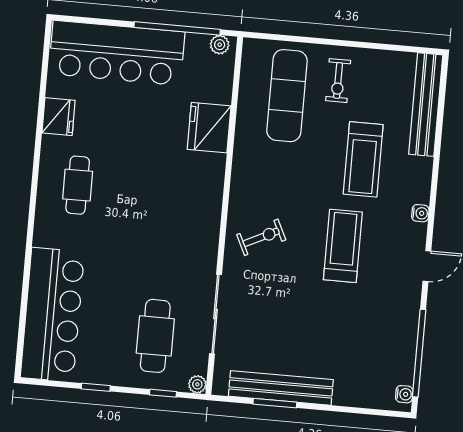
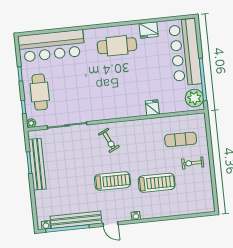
plant: (220, 45) -> (194, 98), width x1.88, depth x1.88
exercise mat: (287, 96) -> (181, 139), width x0.73, depth x0.69
bench: (426, 105) -> (76, 220), moved
fridge: (209, 128) -> (152, 108), width x0.53, depth x0.75
treadmill: (363, 159) -> (157, 183), turned 180
cafe table: (78, 185) -> (117, 46), width x1.37, depth x1.35
cafe table: (155, 336) -> (40, 92), moved, turned 90

